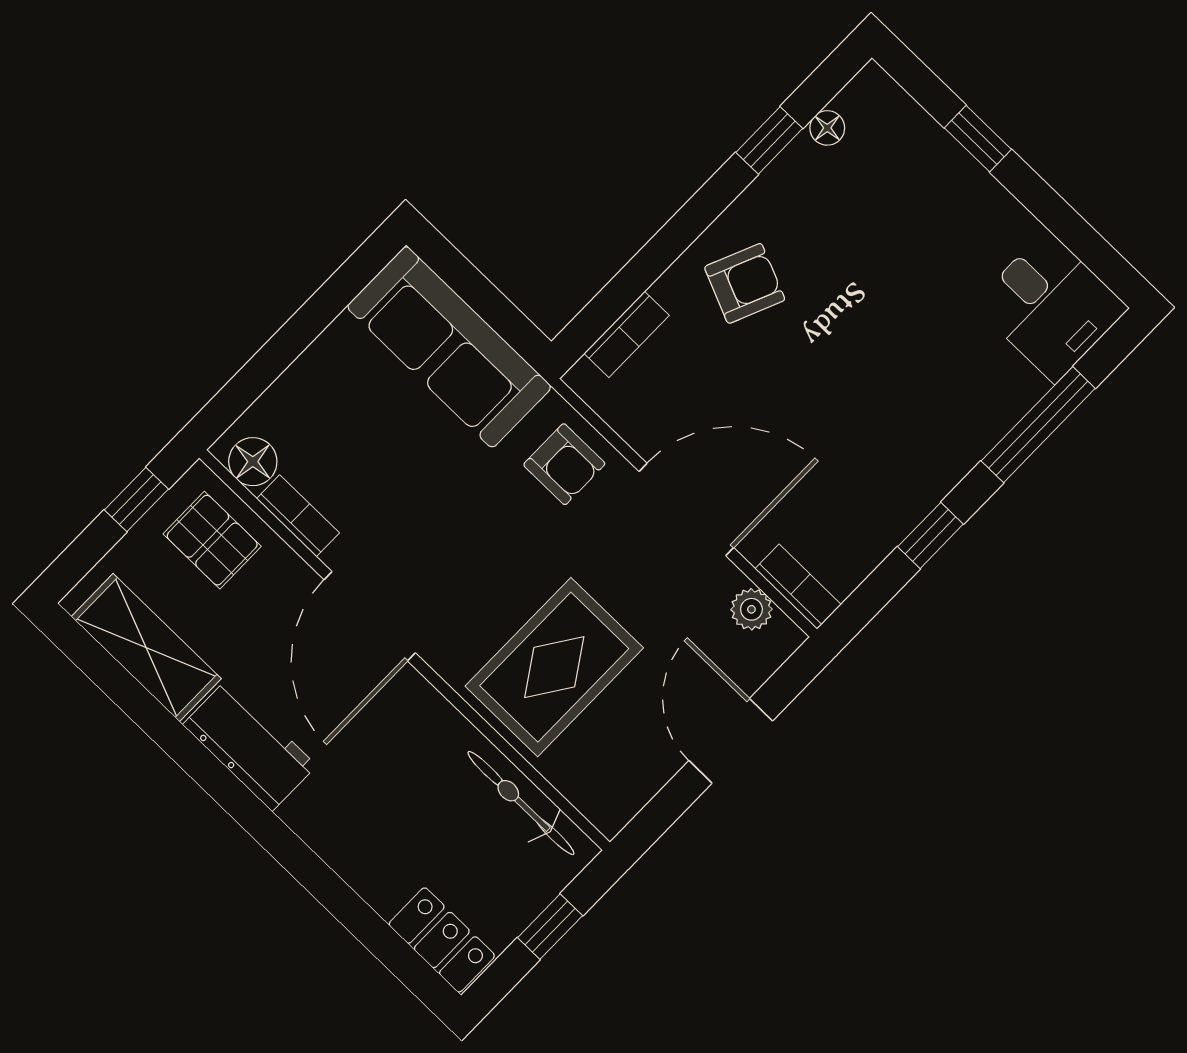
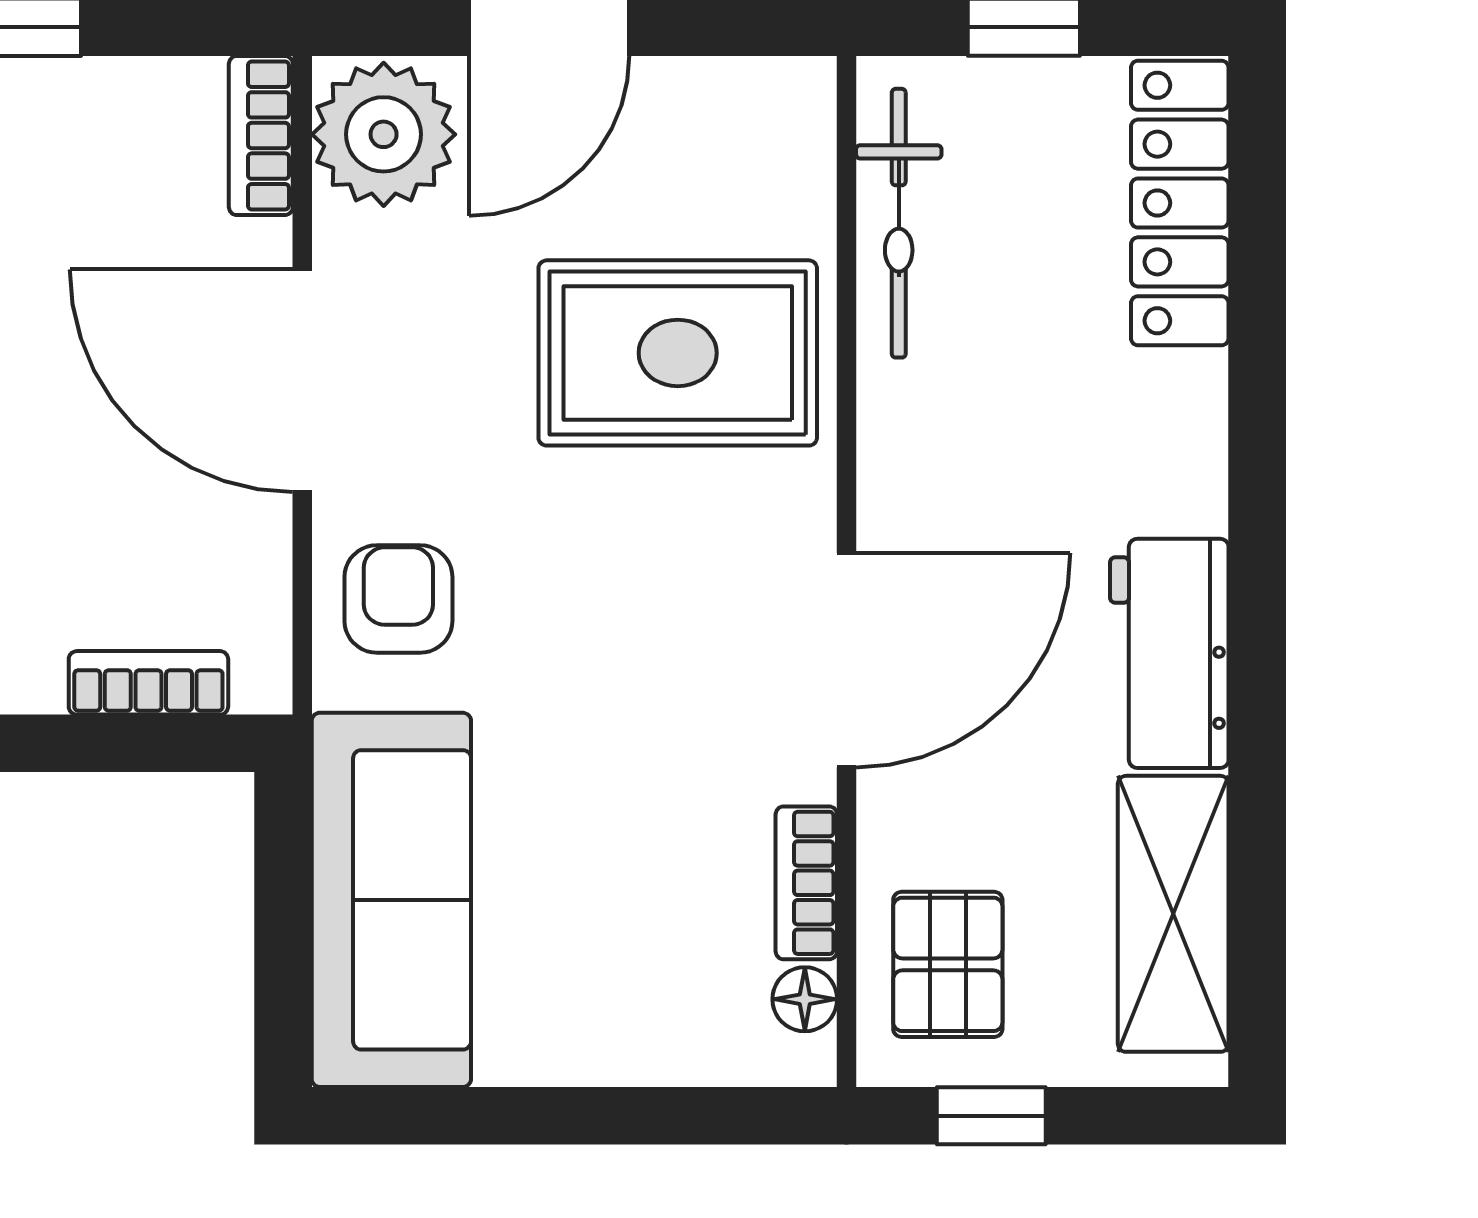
floor lamp: (253, 462) -> (805, 999), width x0.73, depth x0.73
plant: (751, 609) -> (384, 134), width x1.87, depth x1.87
locker: (442, 940) -> (1180, 203), width x1.53

